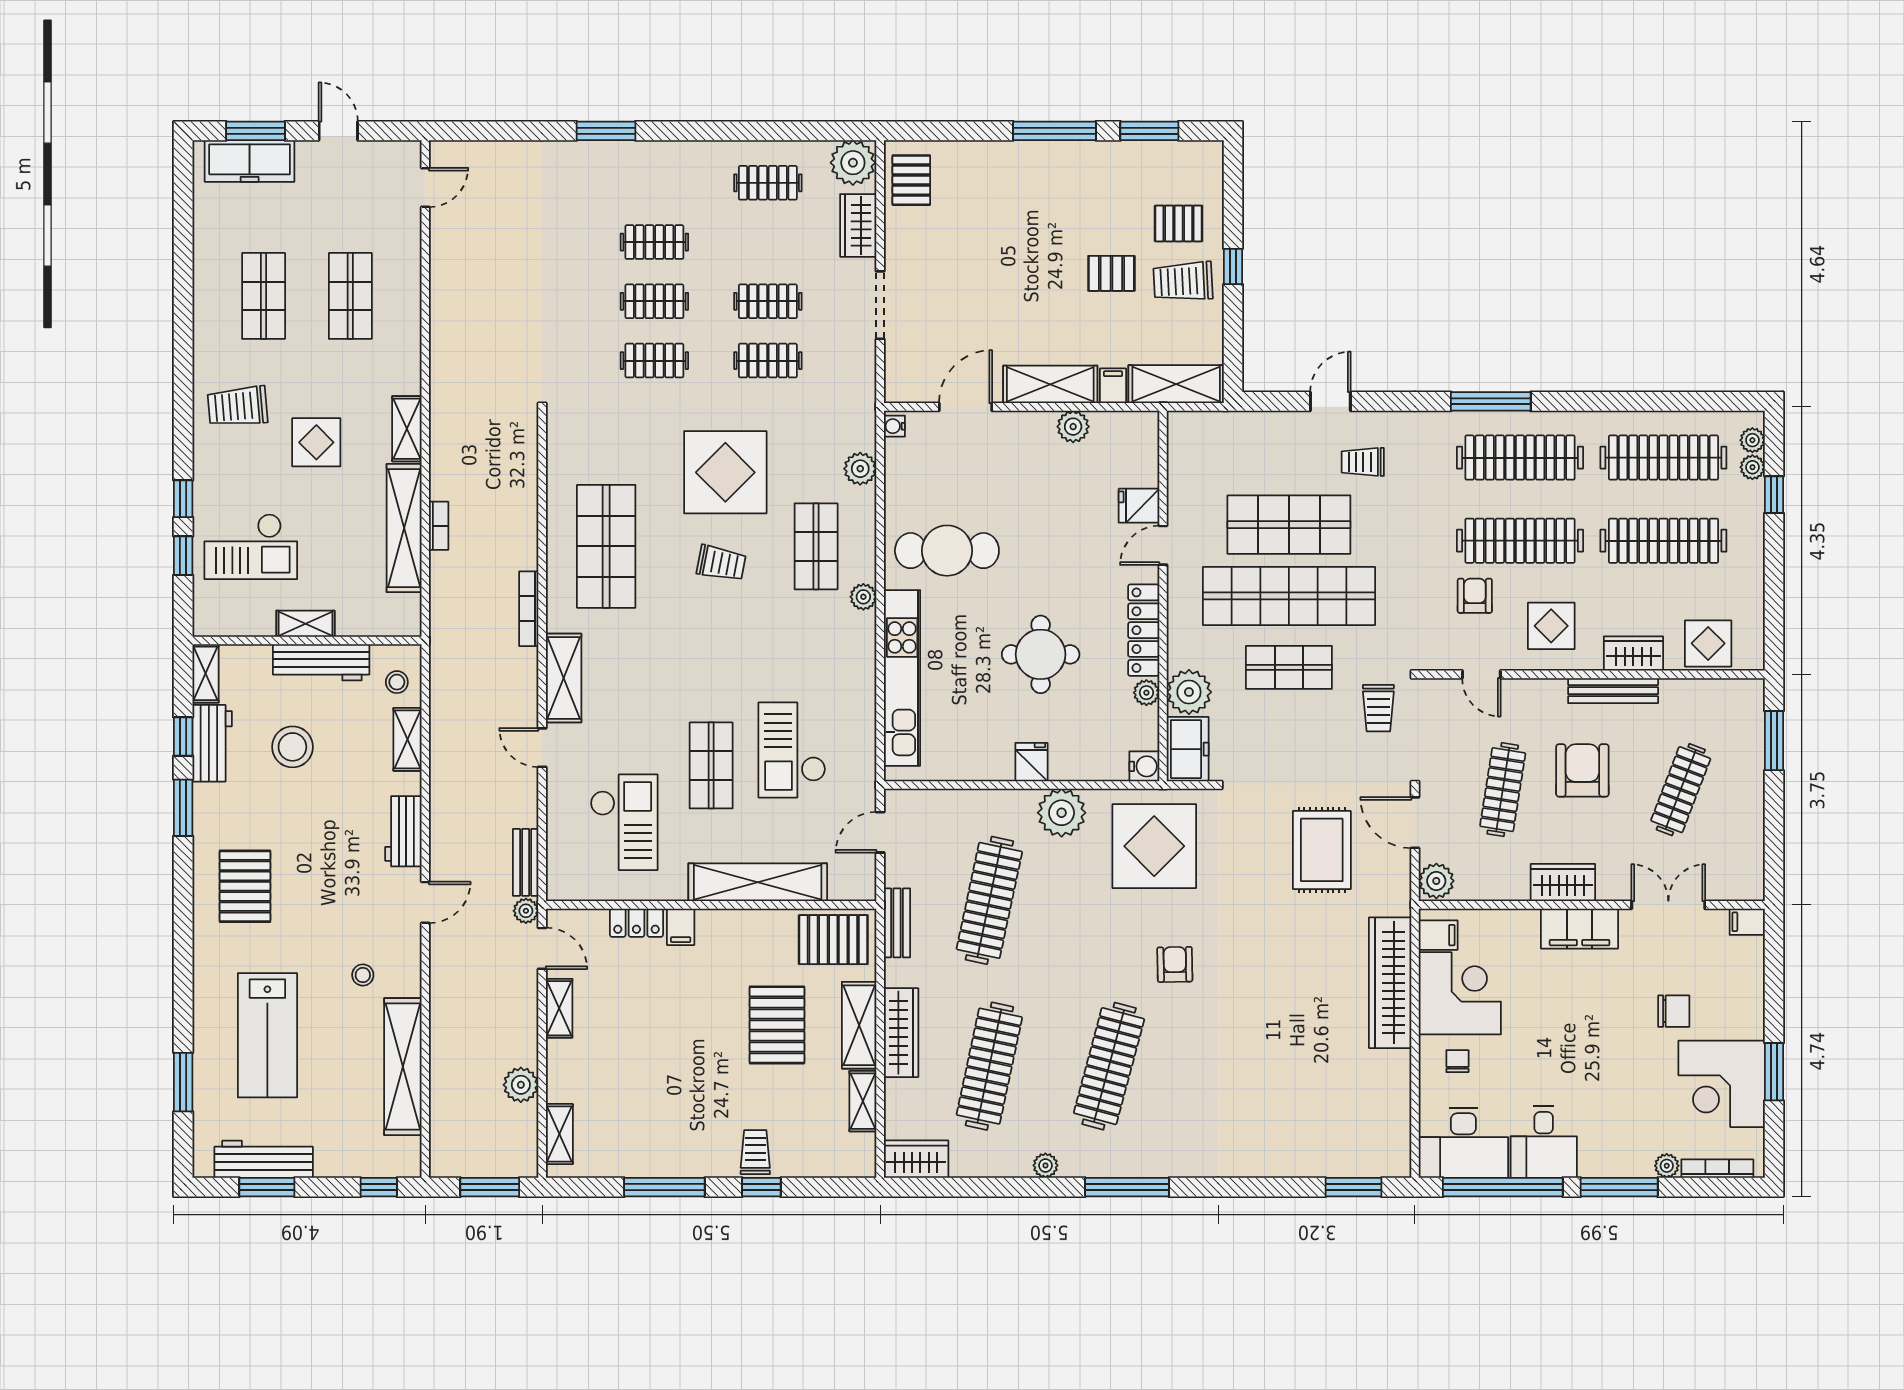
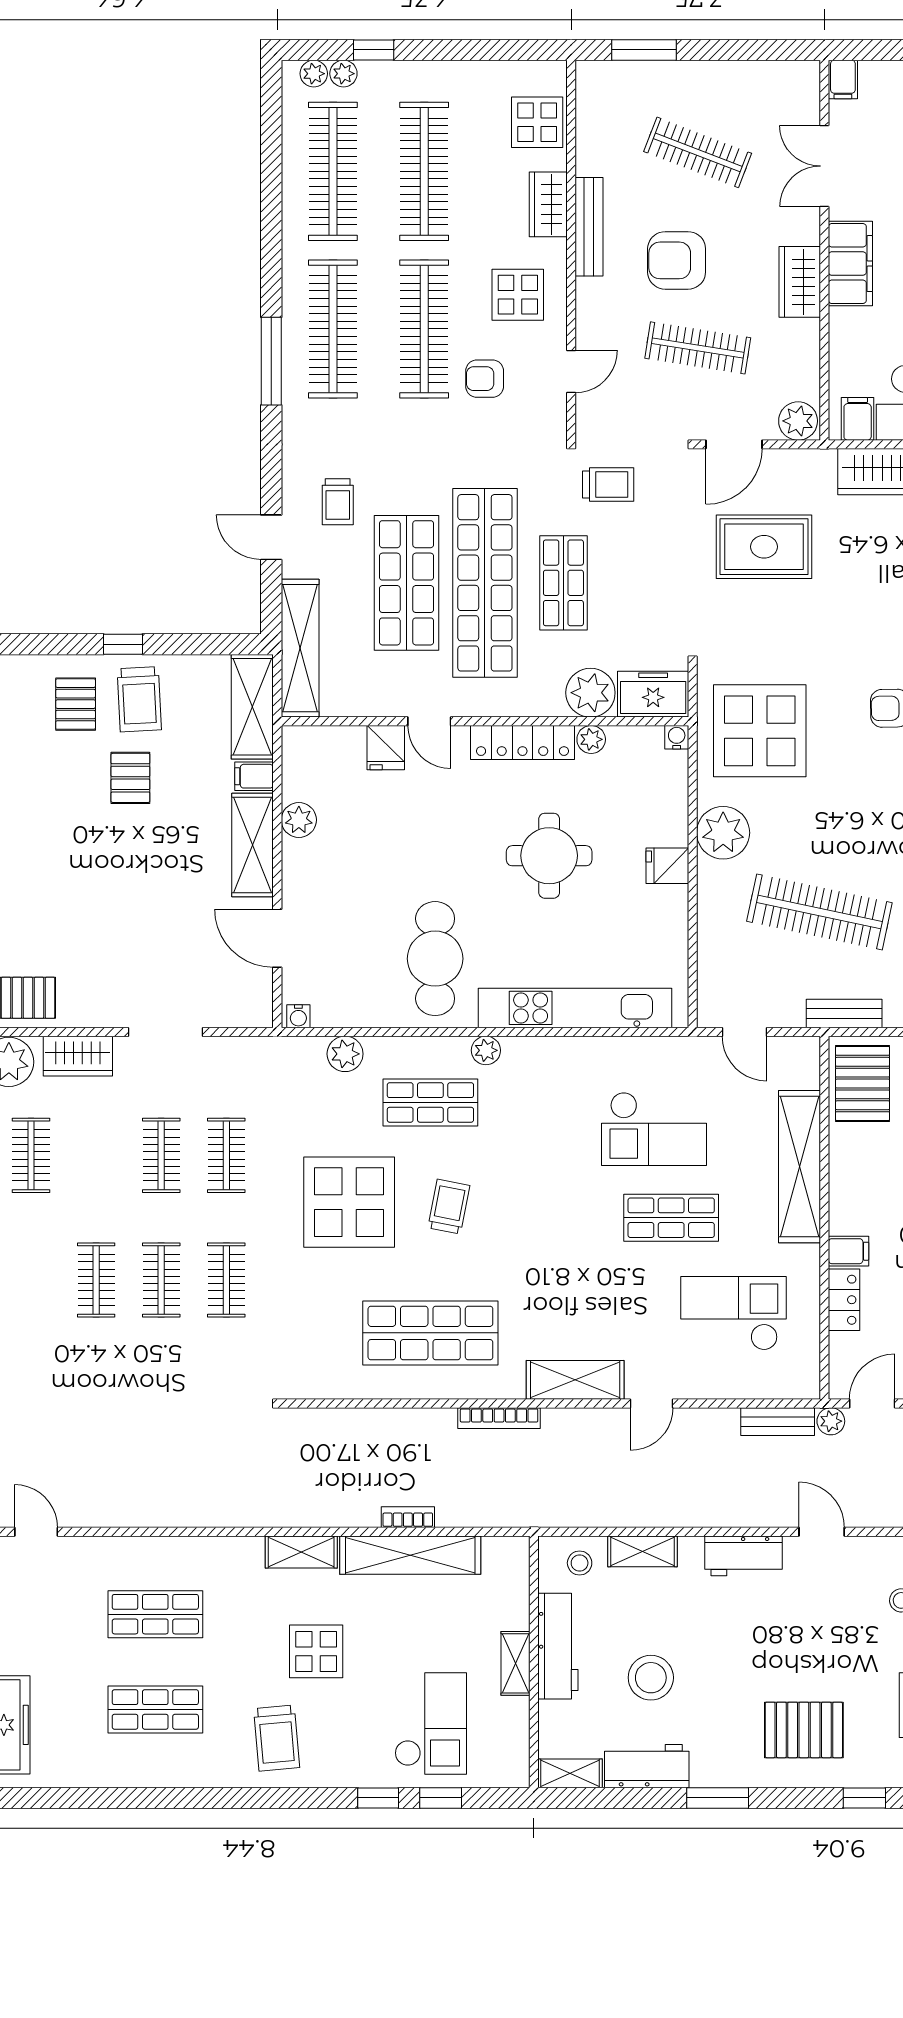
shelving: (1230, 428) -> (300, 648), added
window: (183, 737) -> (864, 1798), moved
water cooler: (1144, 766) -> (677, 737), width x0.72, depth x0.72

